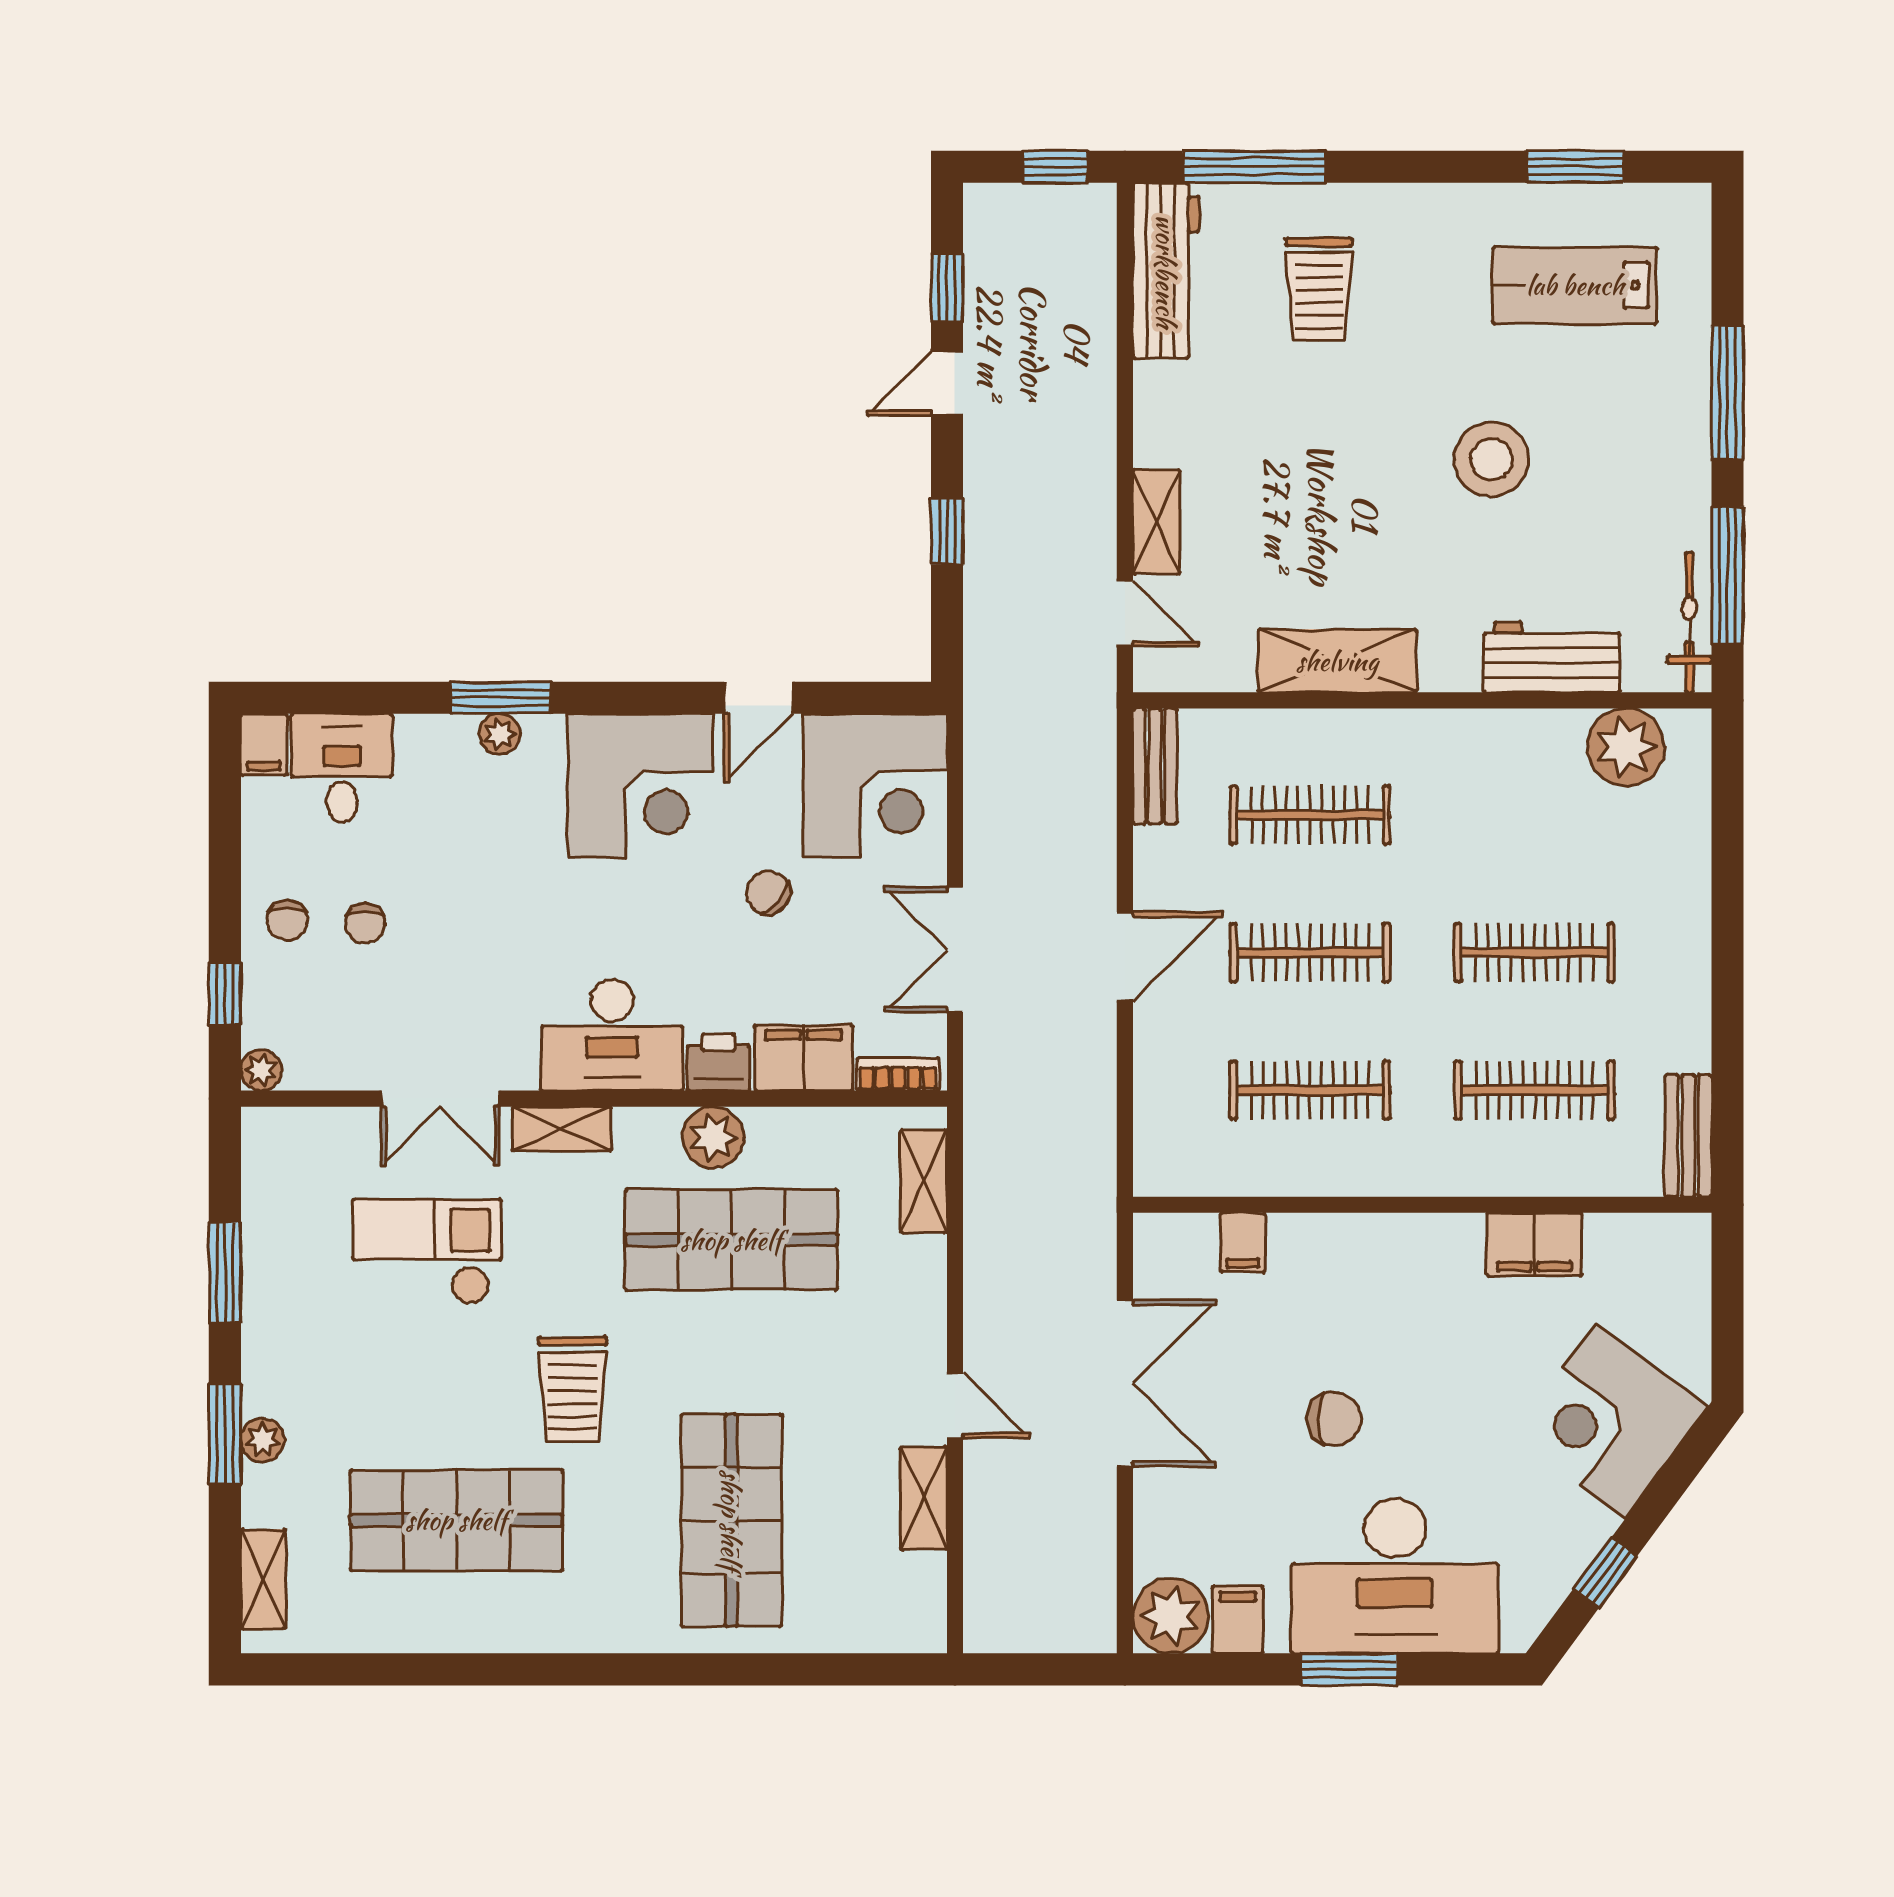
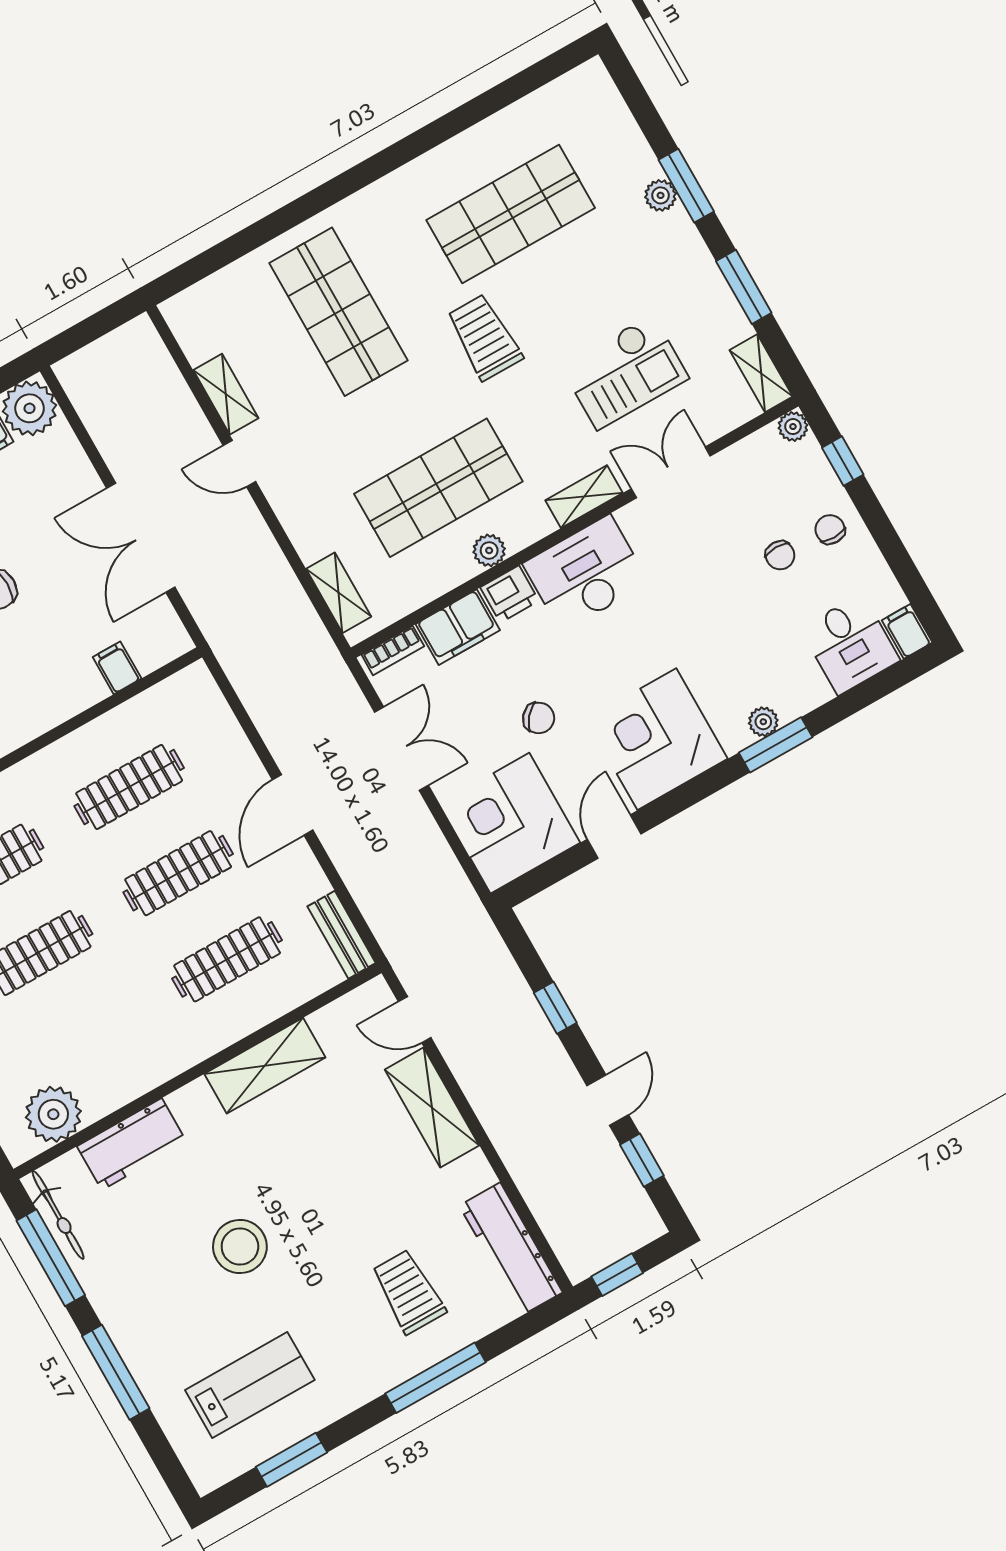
window: (1254, 167) -> (436, 1378), moved
shelving: (1156, 522) -> (432, 1107), width x1.50, depth x1.33
chair: (365, 923) -> (780, 555), turned 180
plant: (713, 1137) -> (489, 550), width x0.73, depth x0.73
shelving: (263, 1579) -> (761, 373), moved

